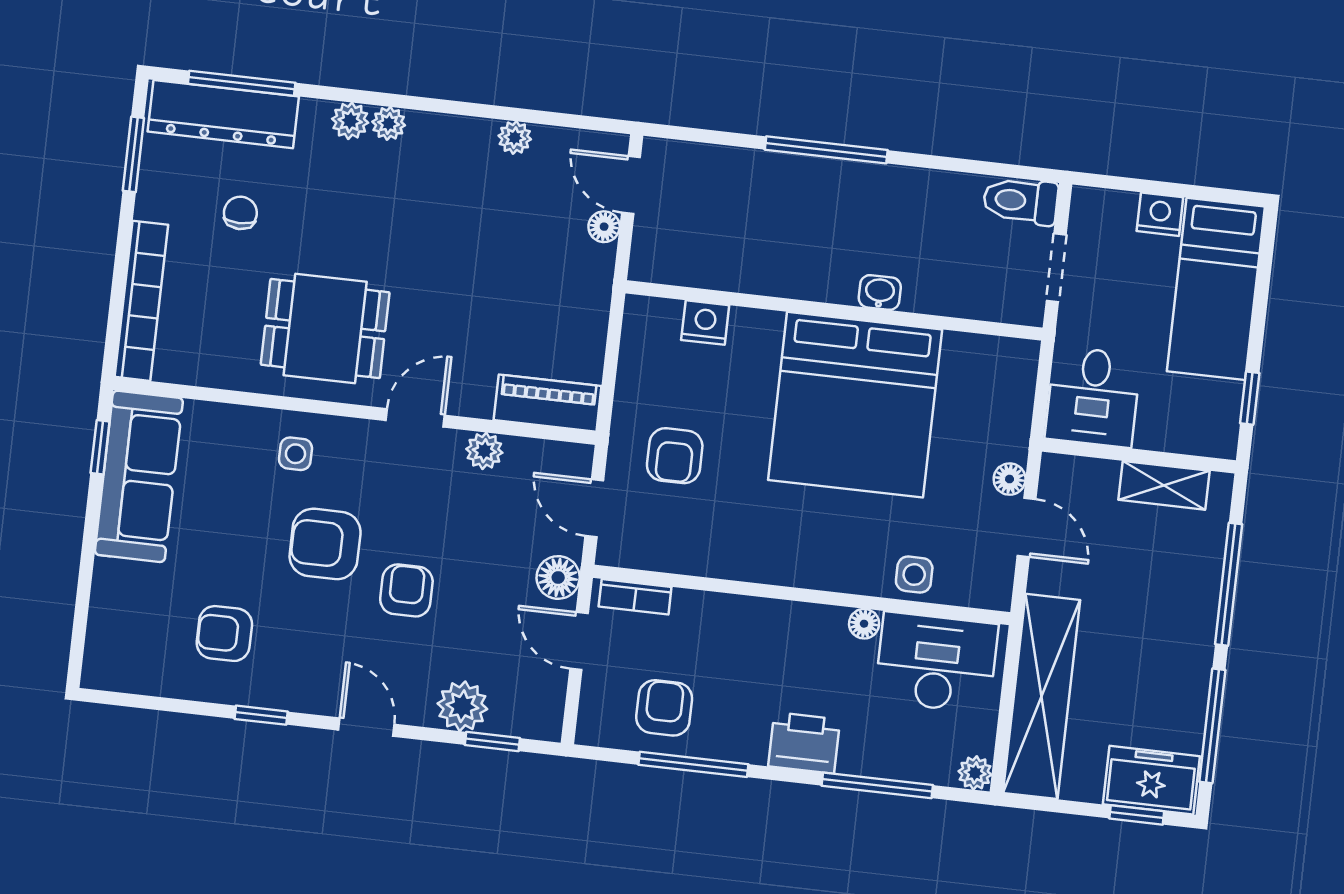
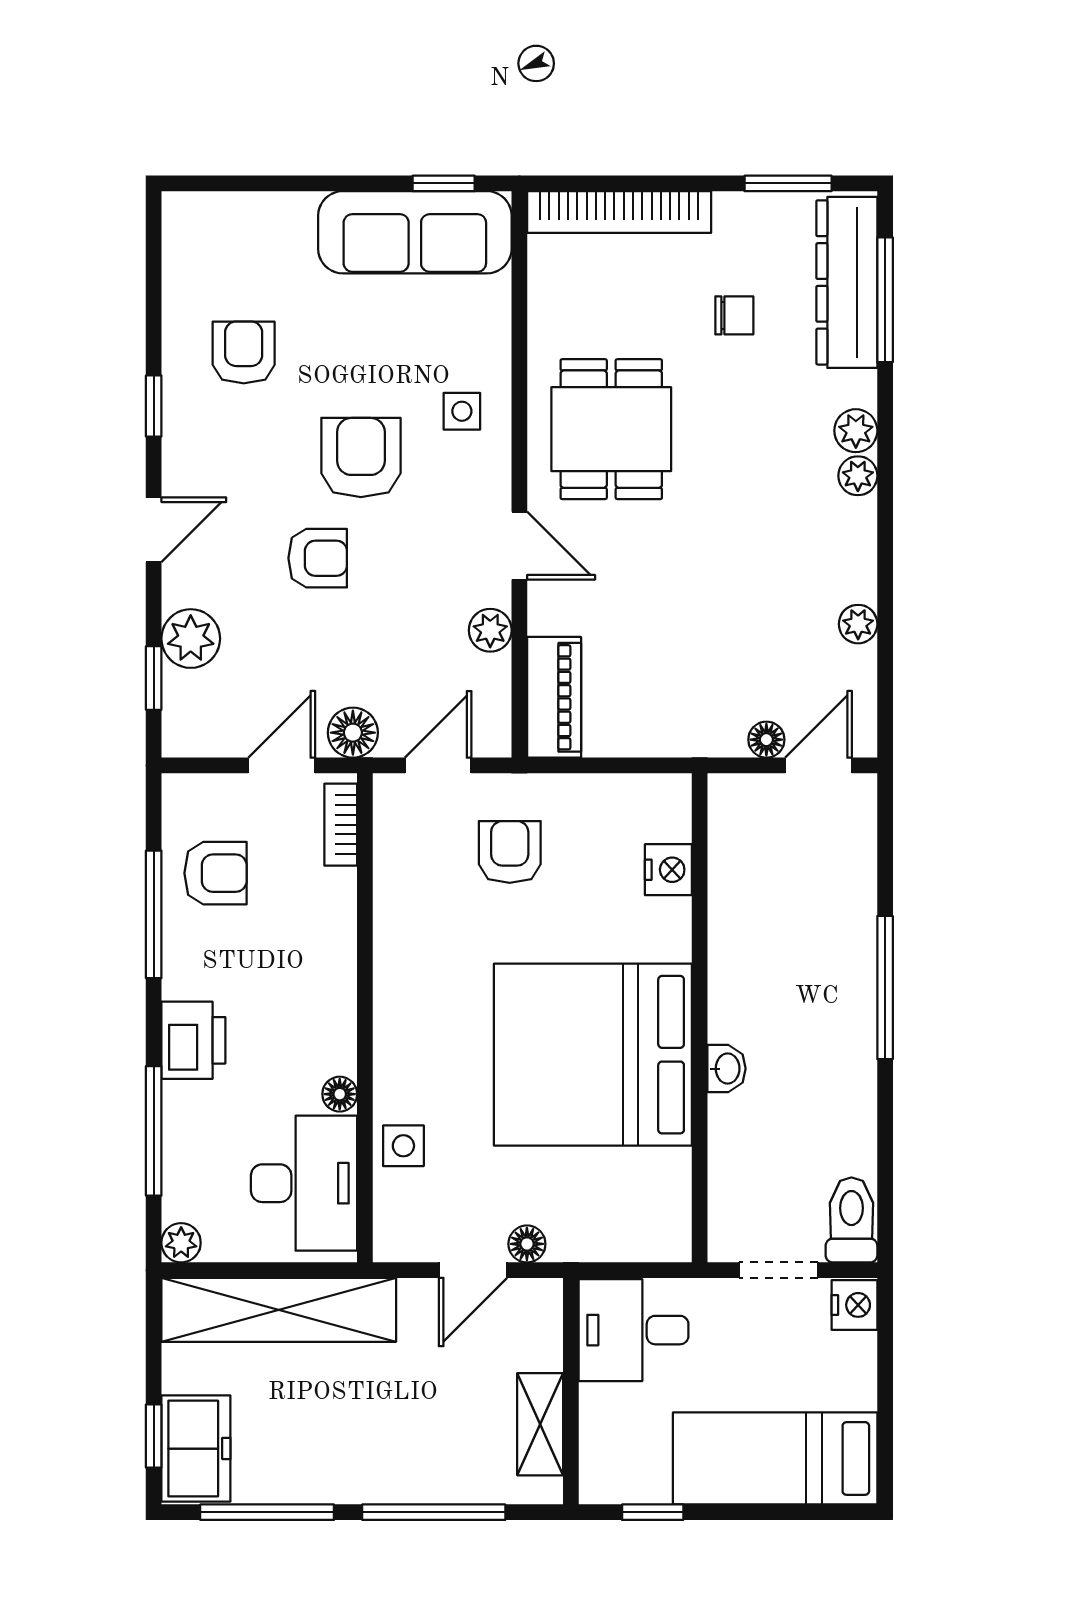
nightstand: (1160, 214) -> (854, 1305), moved
armchair: (675, 456) -> (510, 852), turned 90

